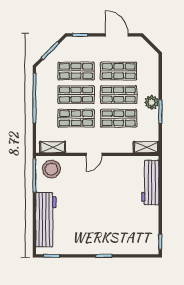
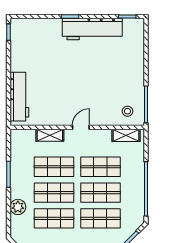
plant: (152, 102) -> (18, 207), moved
shelving: (146, 147) -> (50, 135), moved
stool: (51, 169) -> (127, 111), width x0.53, depth x0.53
workbench: (46, 220) -> (92, 29), moved, turned -90

